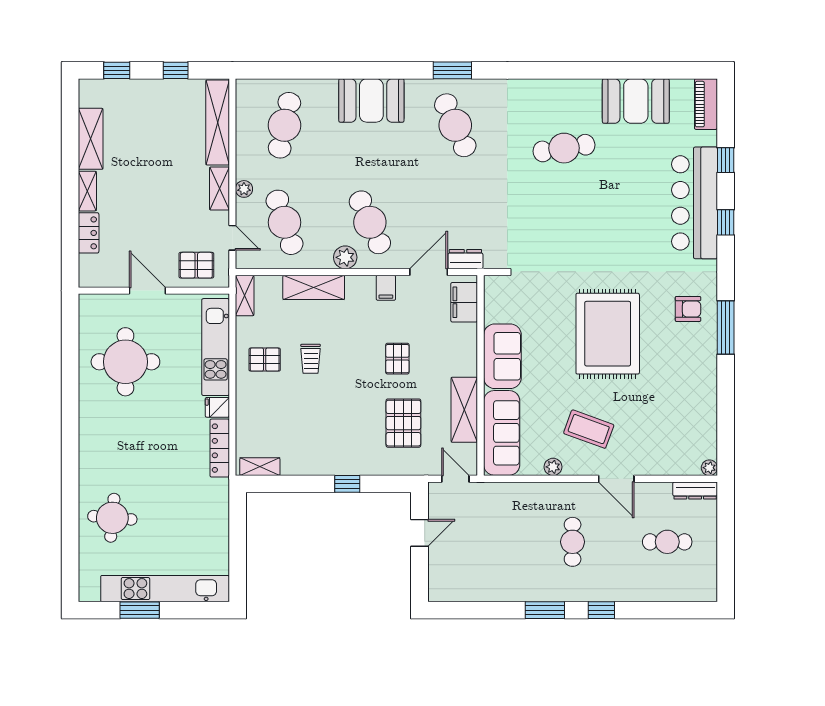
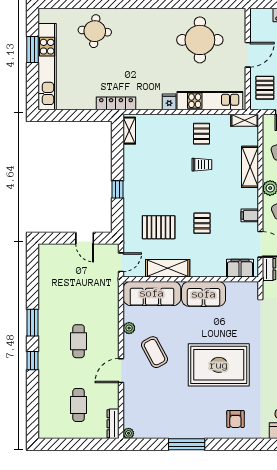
window: (726, 327) -> (187, 444), moved
trolley: (311, 359) -> (202, 165), turned 180
pallet: (397, 359) -> (202, 223), turned 90
coffee table: (589, 429) -> (155, 352), turned -48
locker: (220, 448) -> (116, 103), moved
cafe table: (573, 542) -> (79, 341), turned 90

